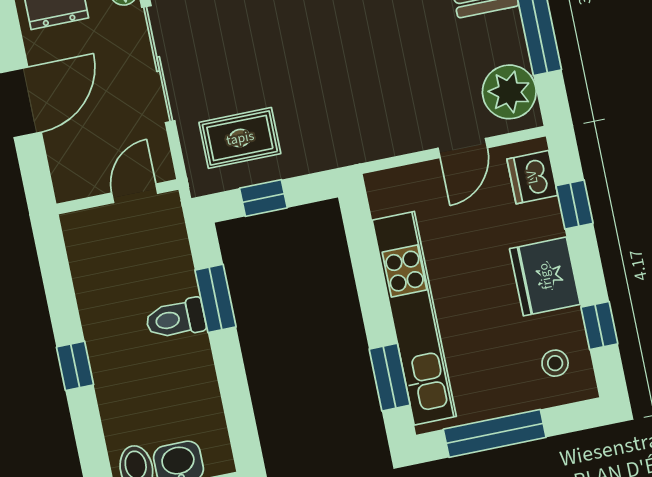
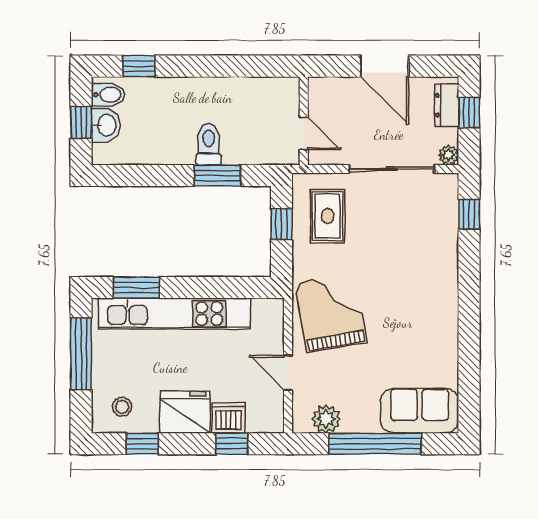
plant: (509, 92) -> (326, 419), width x0.73, depth x0.73
grand piano: (370, 107) -> (331, 313), added
dishwasher: (532, 177) -> (228, 418), moved
window: (75, 366) -> (139, 66), moved

